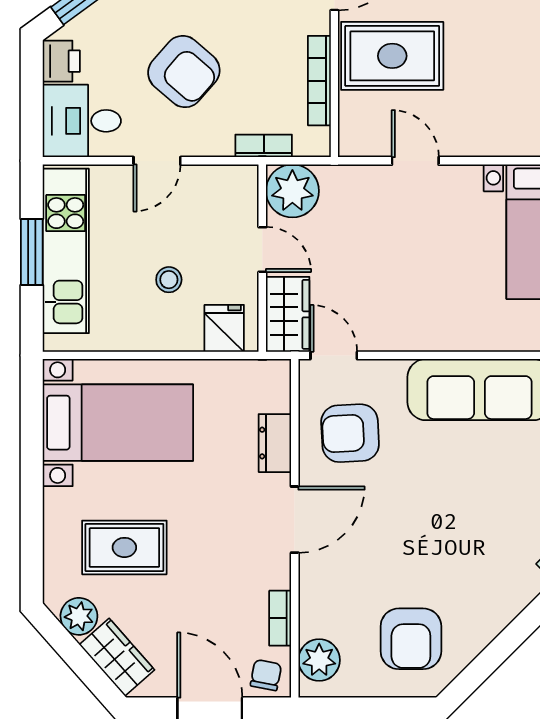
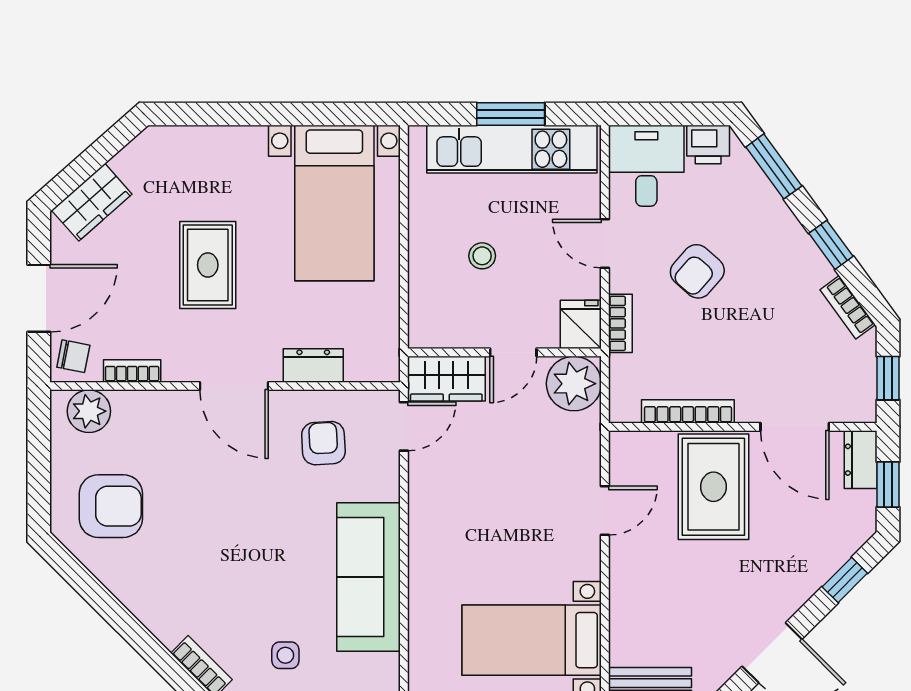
armchair: (184, 72) -> (697, 271), width x0.72, depth x0.72
bookcase: (264, 146) -> (620, 323), moved
fridge: (224, 328) -> (581, 324), moved, turned -90
armchair: (350, 433) -> (323, 443), width x0.72, depth x0.72
rug: (124, 547) -> (208, 265), moved
plant: (79, 616) -> (134, 163), removed
armchair: (411, 639) -> (111, 506), turned 180

